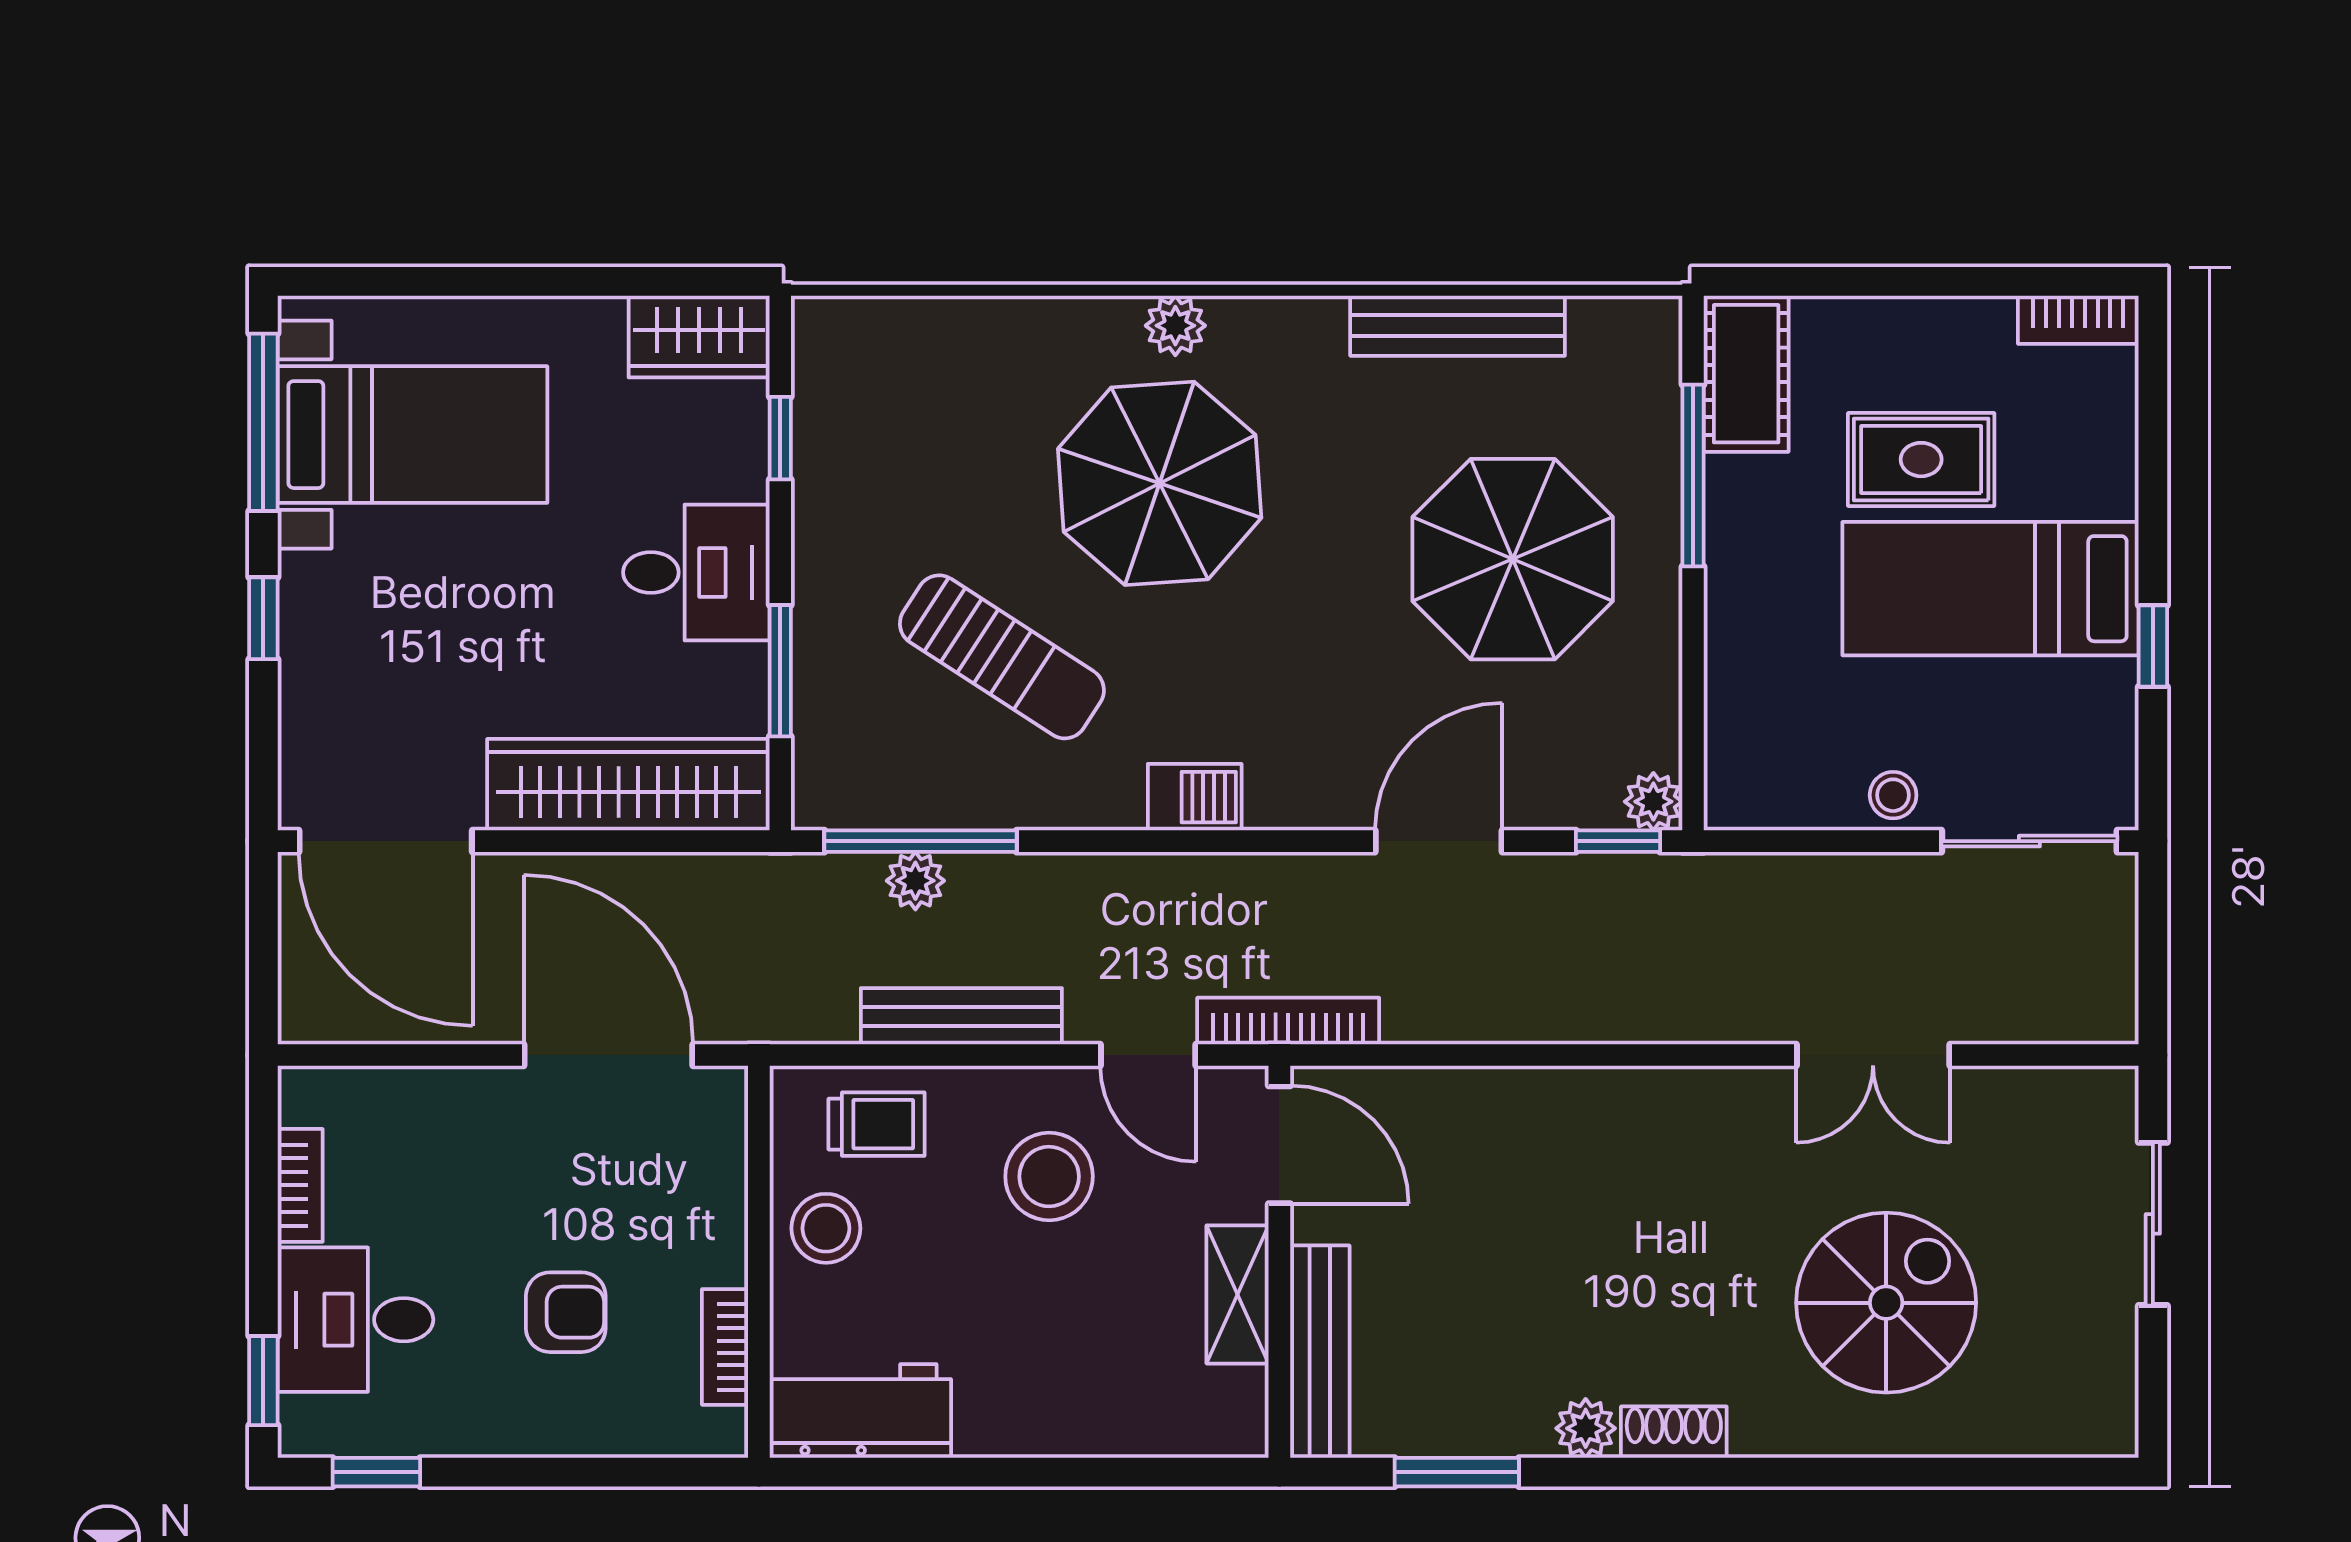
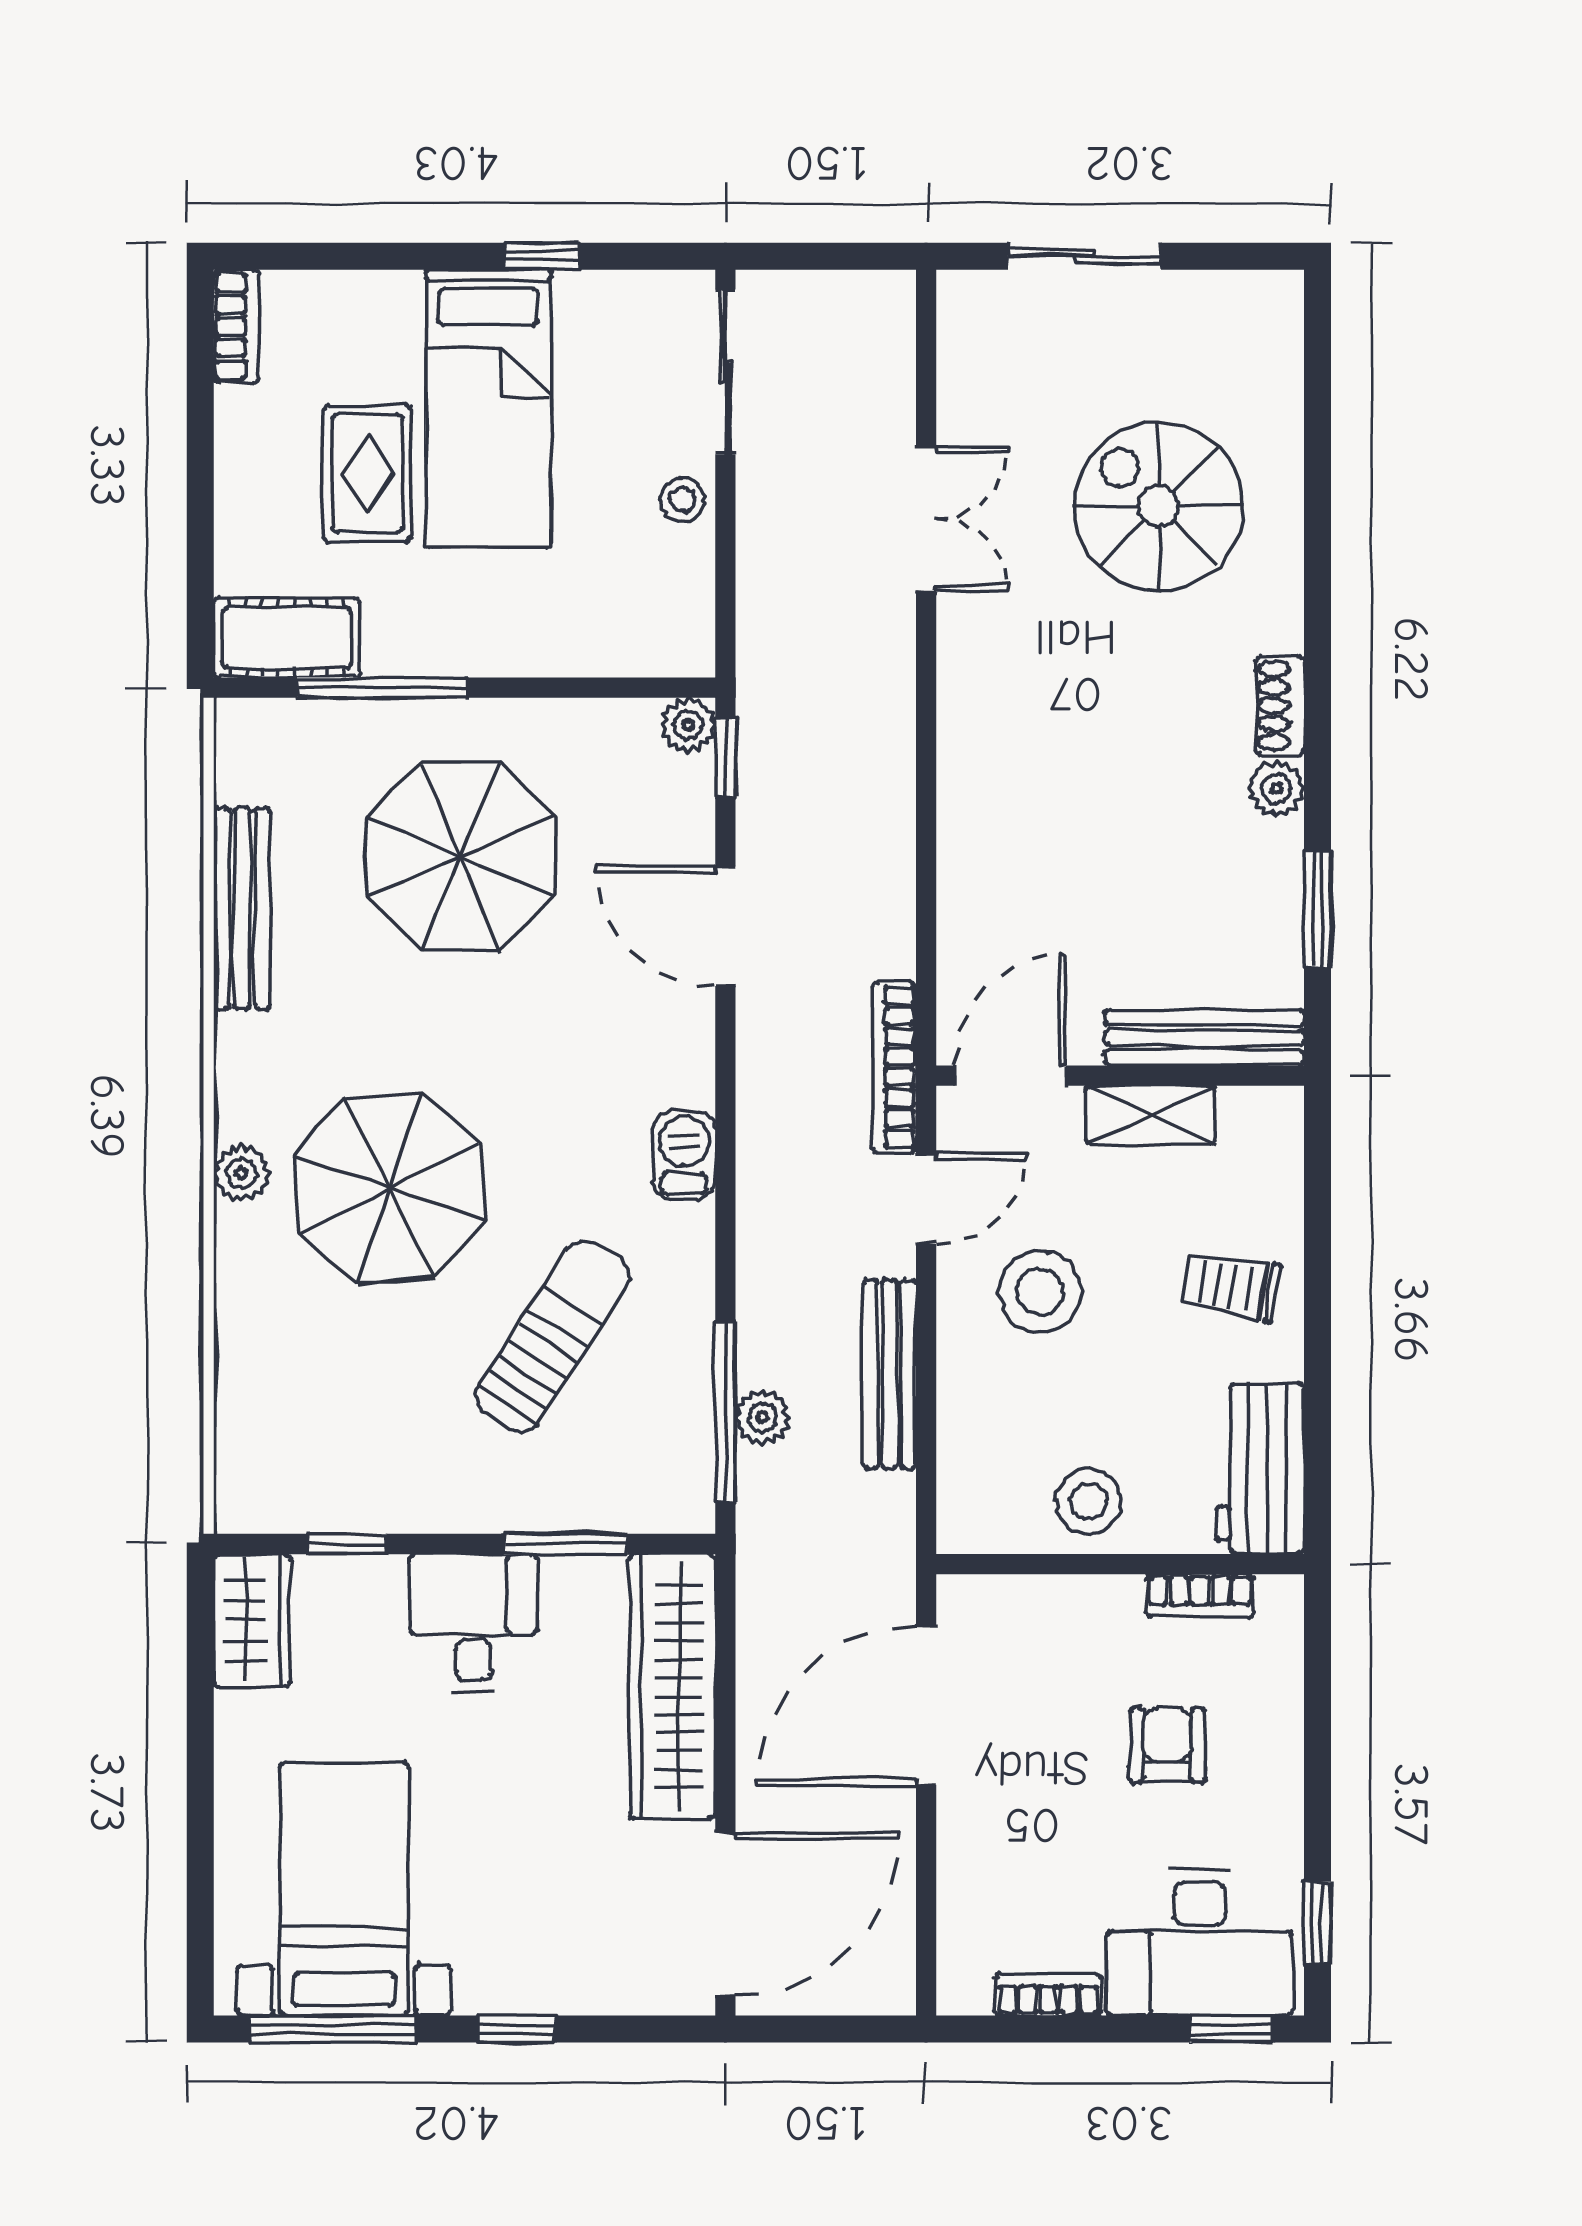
trolley: (877, 1124) -> (1231, 1286), moved, turned -80
desk: (355, 1320) -> (1200, 1943), width x1.37

